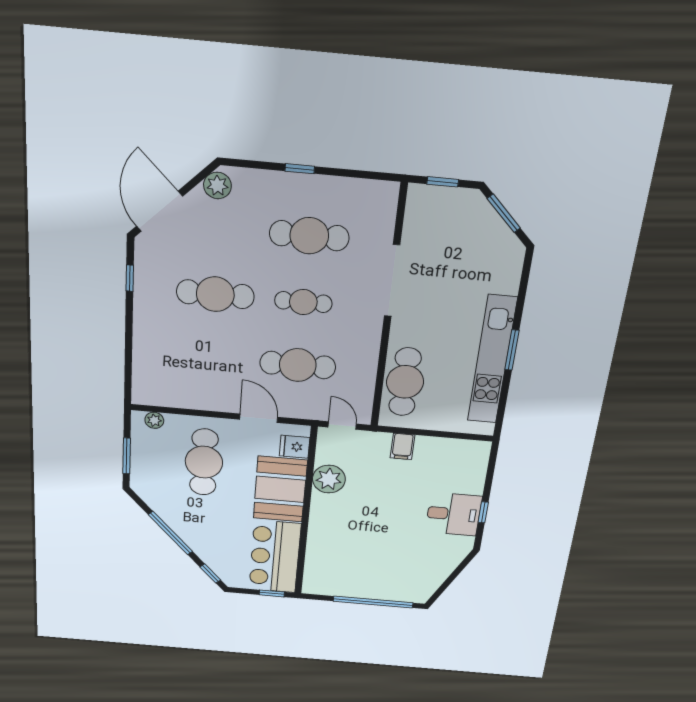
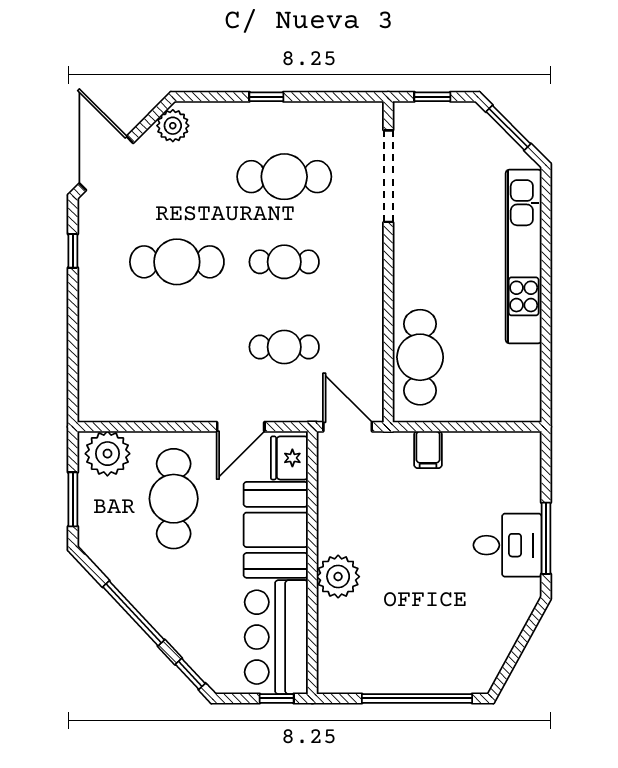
doorway: (392, 281) -> (388, 176), moved
window: (512, 350) -> (546, 301), removed
kitchen unit: (492, 360) -> (524, 256), moved
cafe table: (298, 365) -> (284, 347), width x0.73, depth x0.74
door: (259, 418) -> (241, 427), swing flipped
plant: (154, 420) -> (107, 454), width x1.87, depth x1.87
door: (342, 425) -> (348, 427), width x1.38
fridge: (294, 447) -> (289, 458), width x1.38
plant: (329, 479) -> (338, 577), moved
window: (483, 512) -> (546, 538), width x2.17

